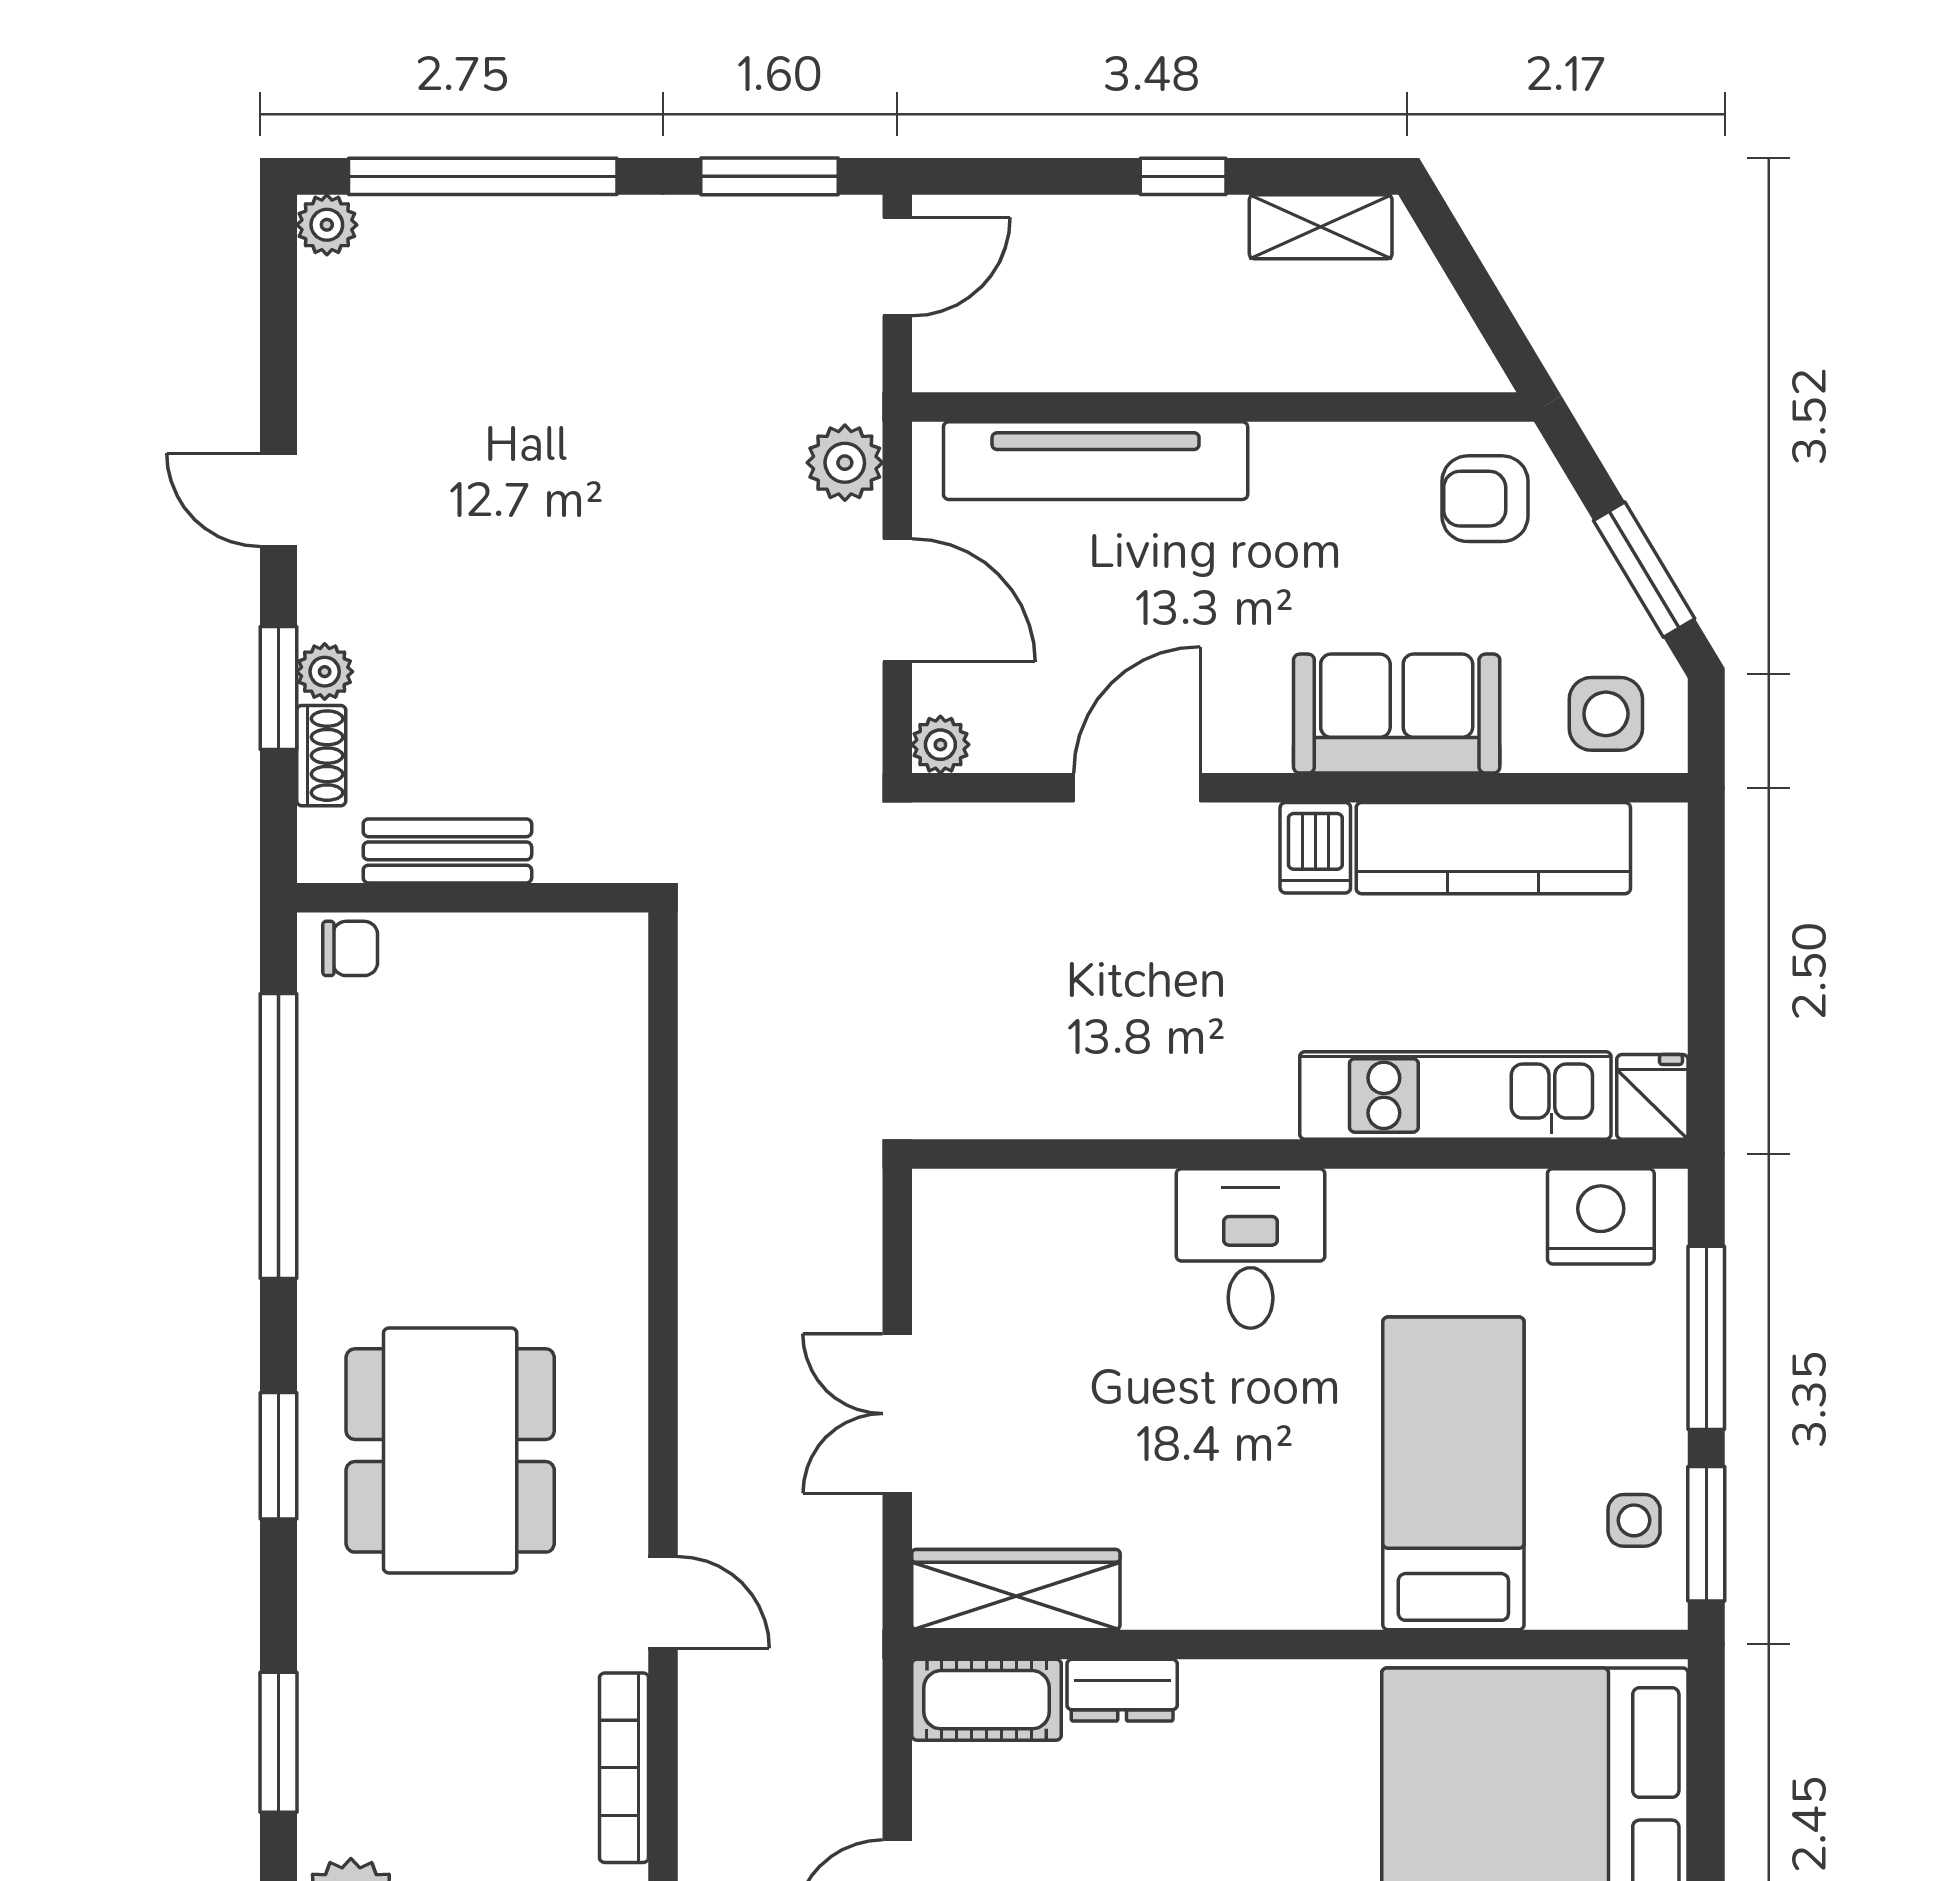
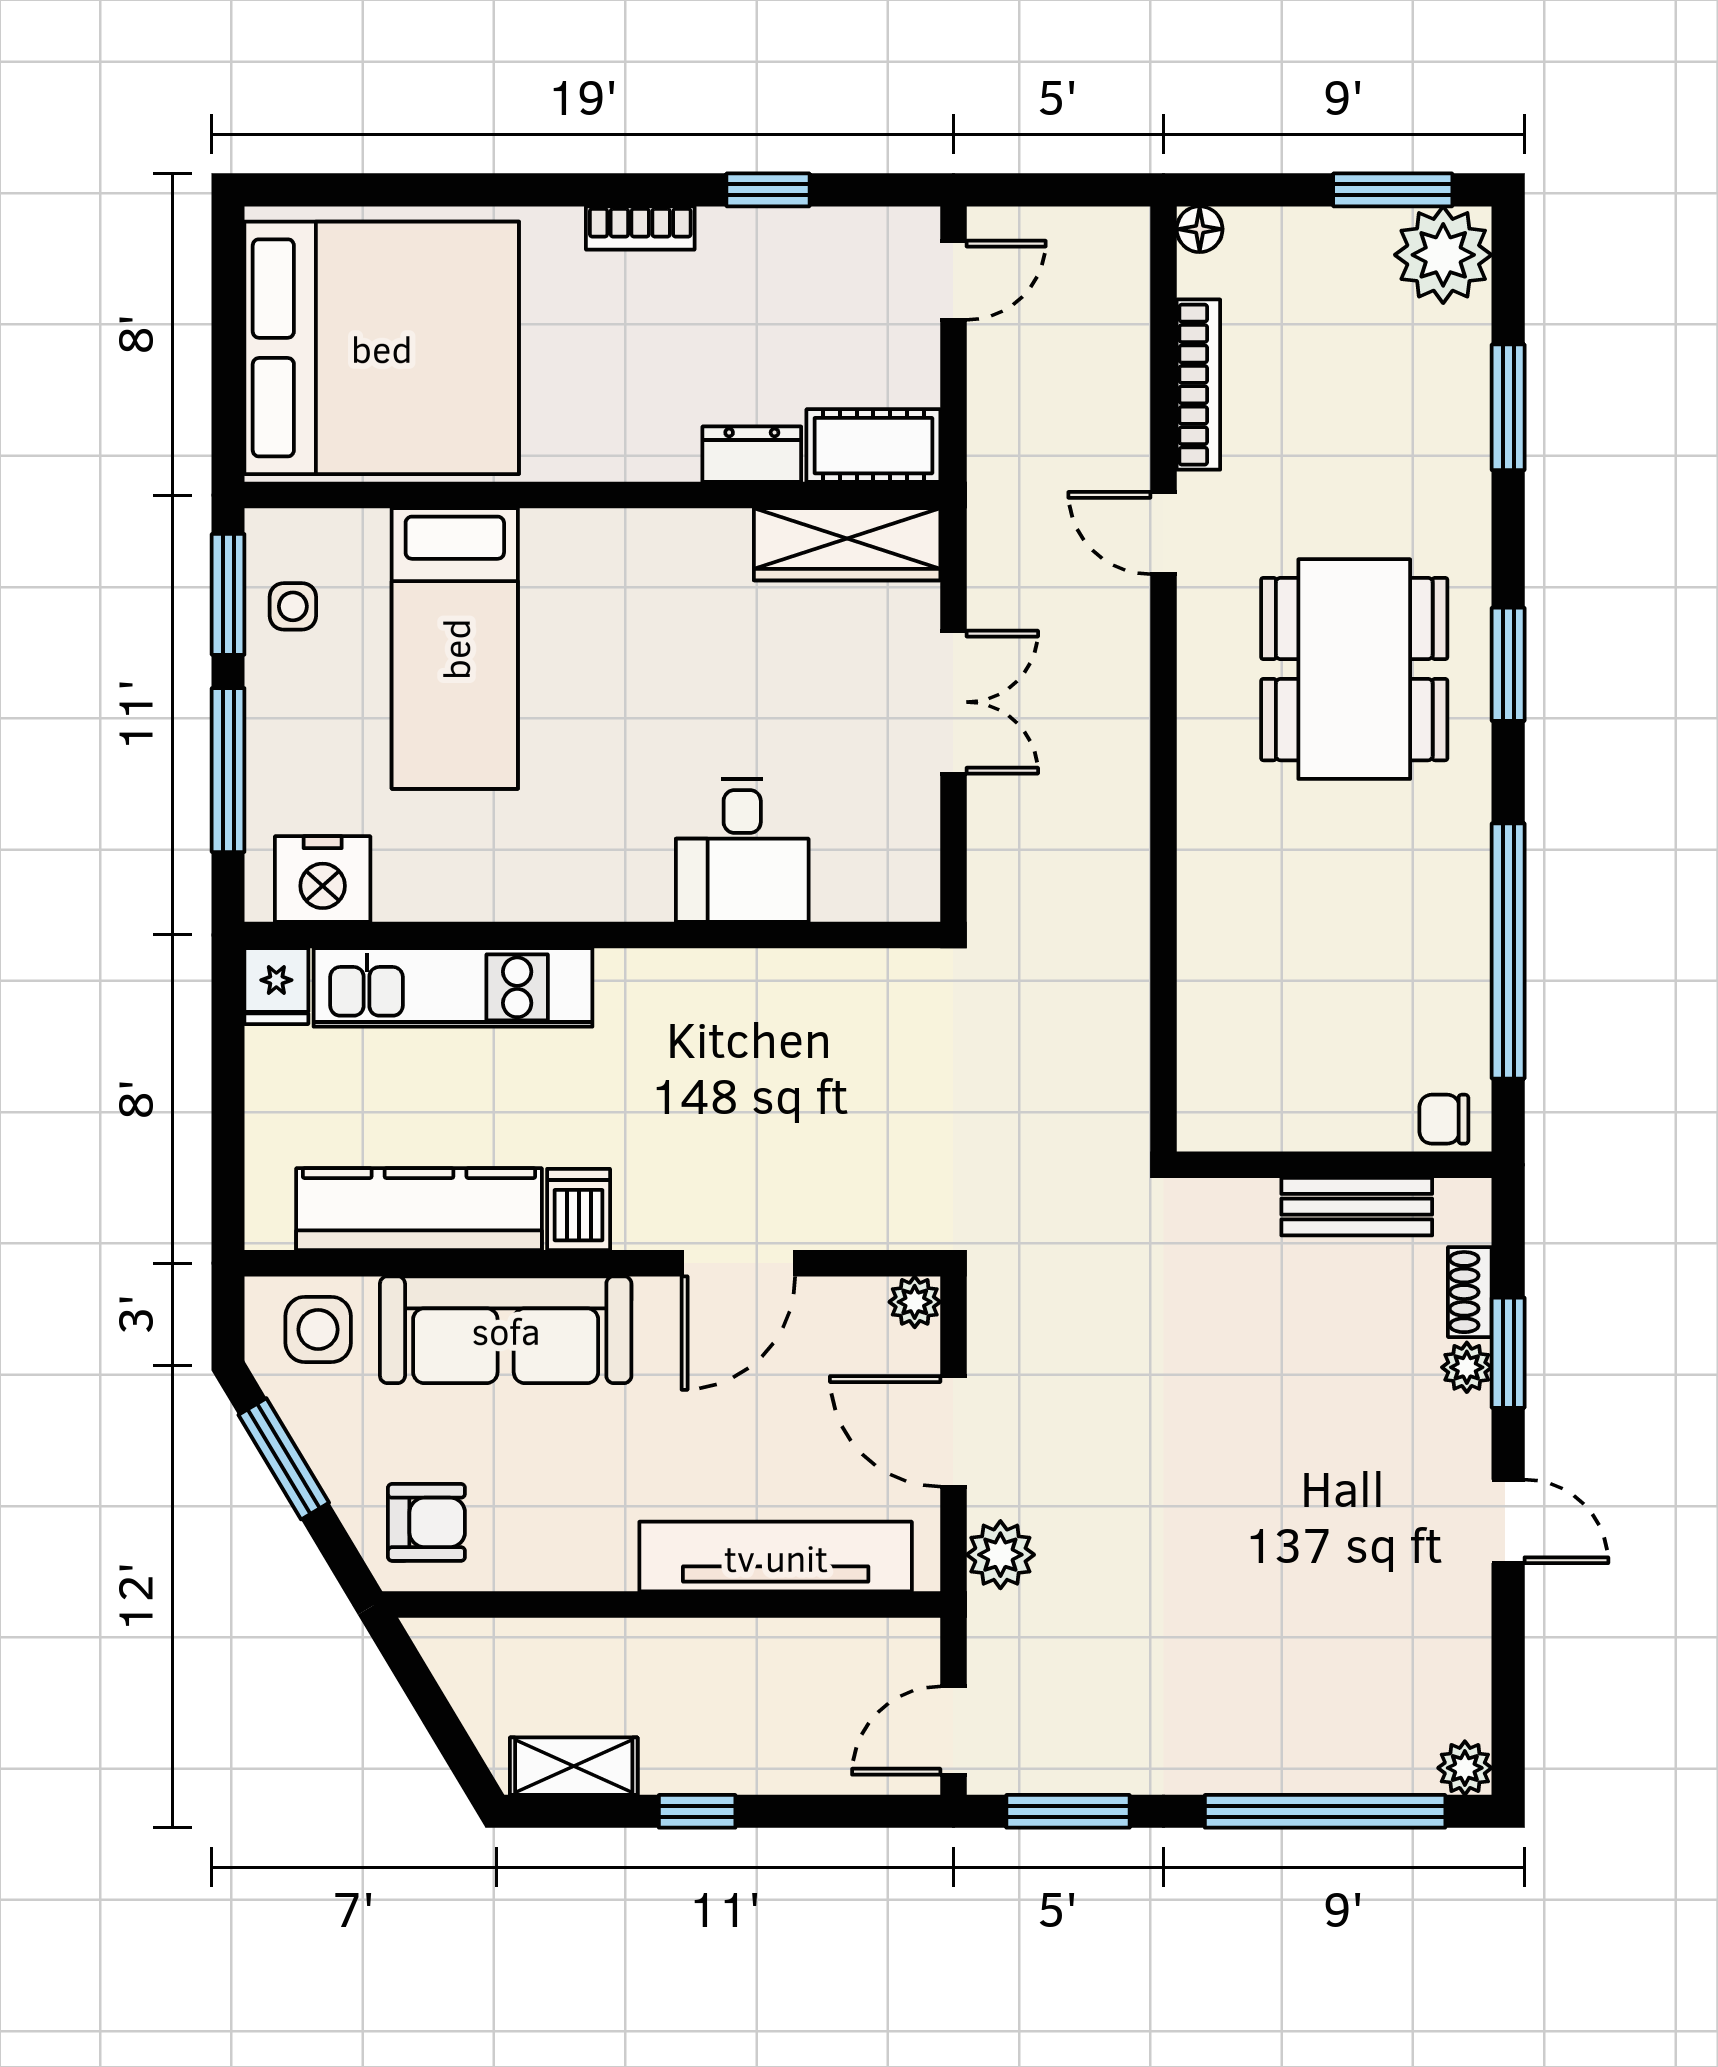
sofa: (1397, 714) -> (506, 1330), width x1.36
desk: (1251, 1248) -> (742, 850), moved

